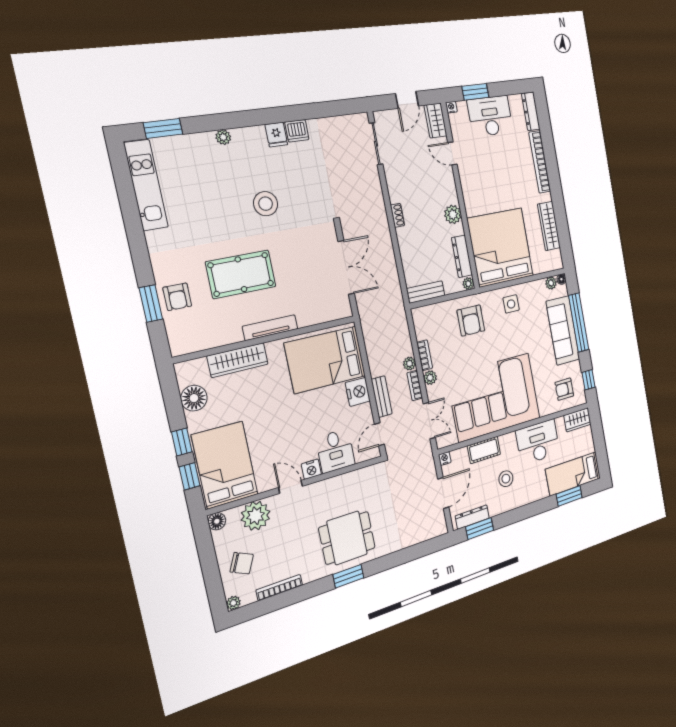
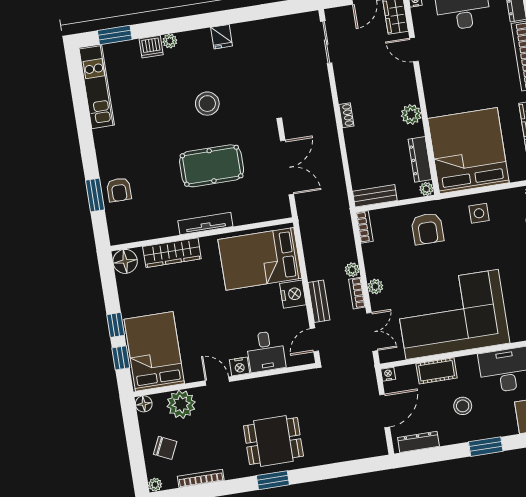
dishwasher: (297, 131) -> (151, 47), moved
pool table: (241, 274) -> (212, 166), moved
bookcase: (425, 355) -> (365, 227), moved
floor lamp: (194, 398) -> (125, 261), moved
window: (480, 528) -> (486, 447), moved

